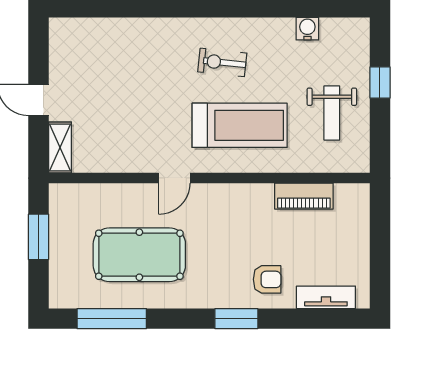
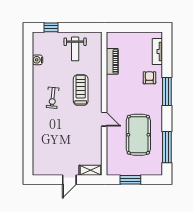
window: (380, 82) -> (51, 27), moved
weight bench: (332, 113) -> (75, 49), turned 90
treadmill: (240, 125) -> (81, 90), width x0.73, depth x0.73
window: (236, 319) -> (167, 91), width x1.44

